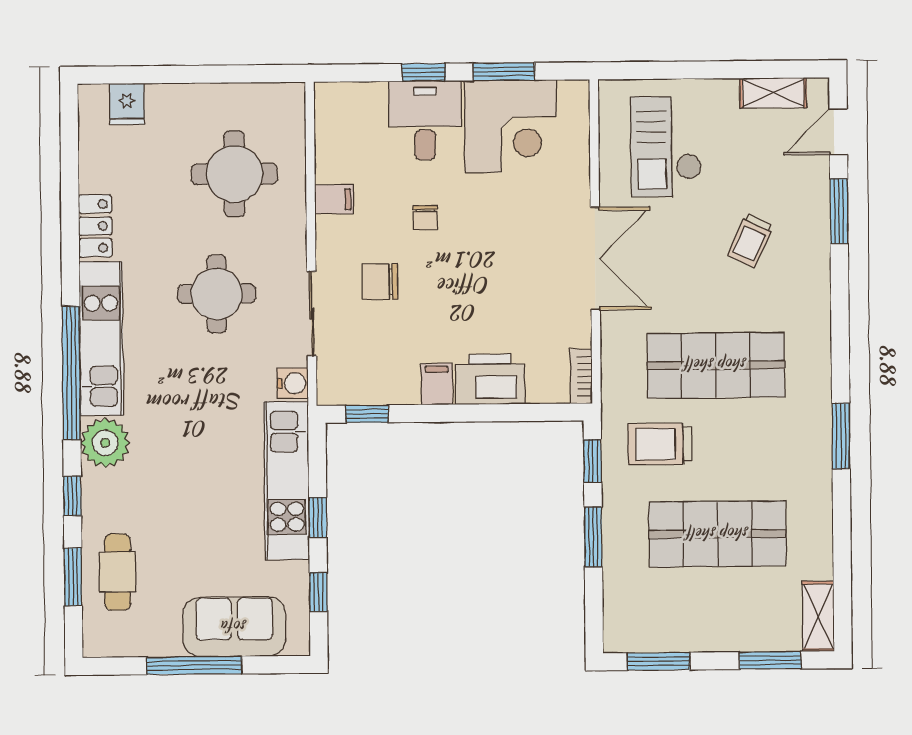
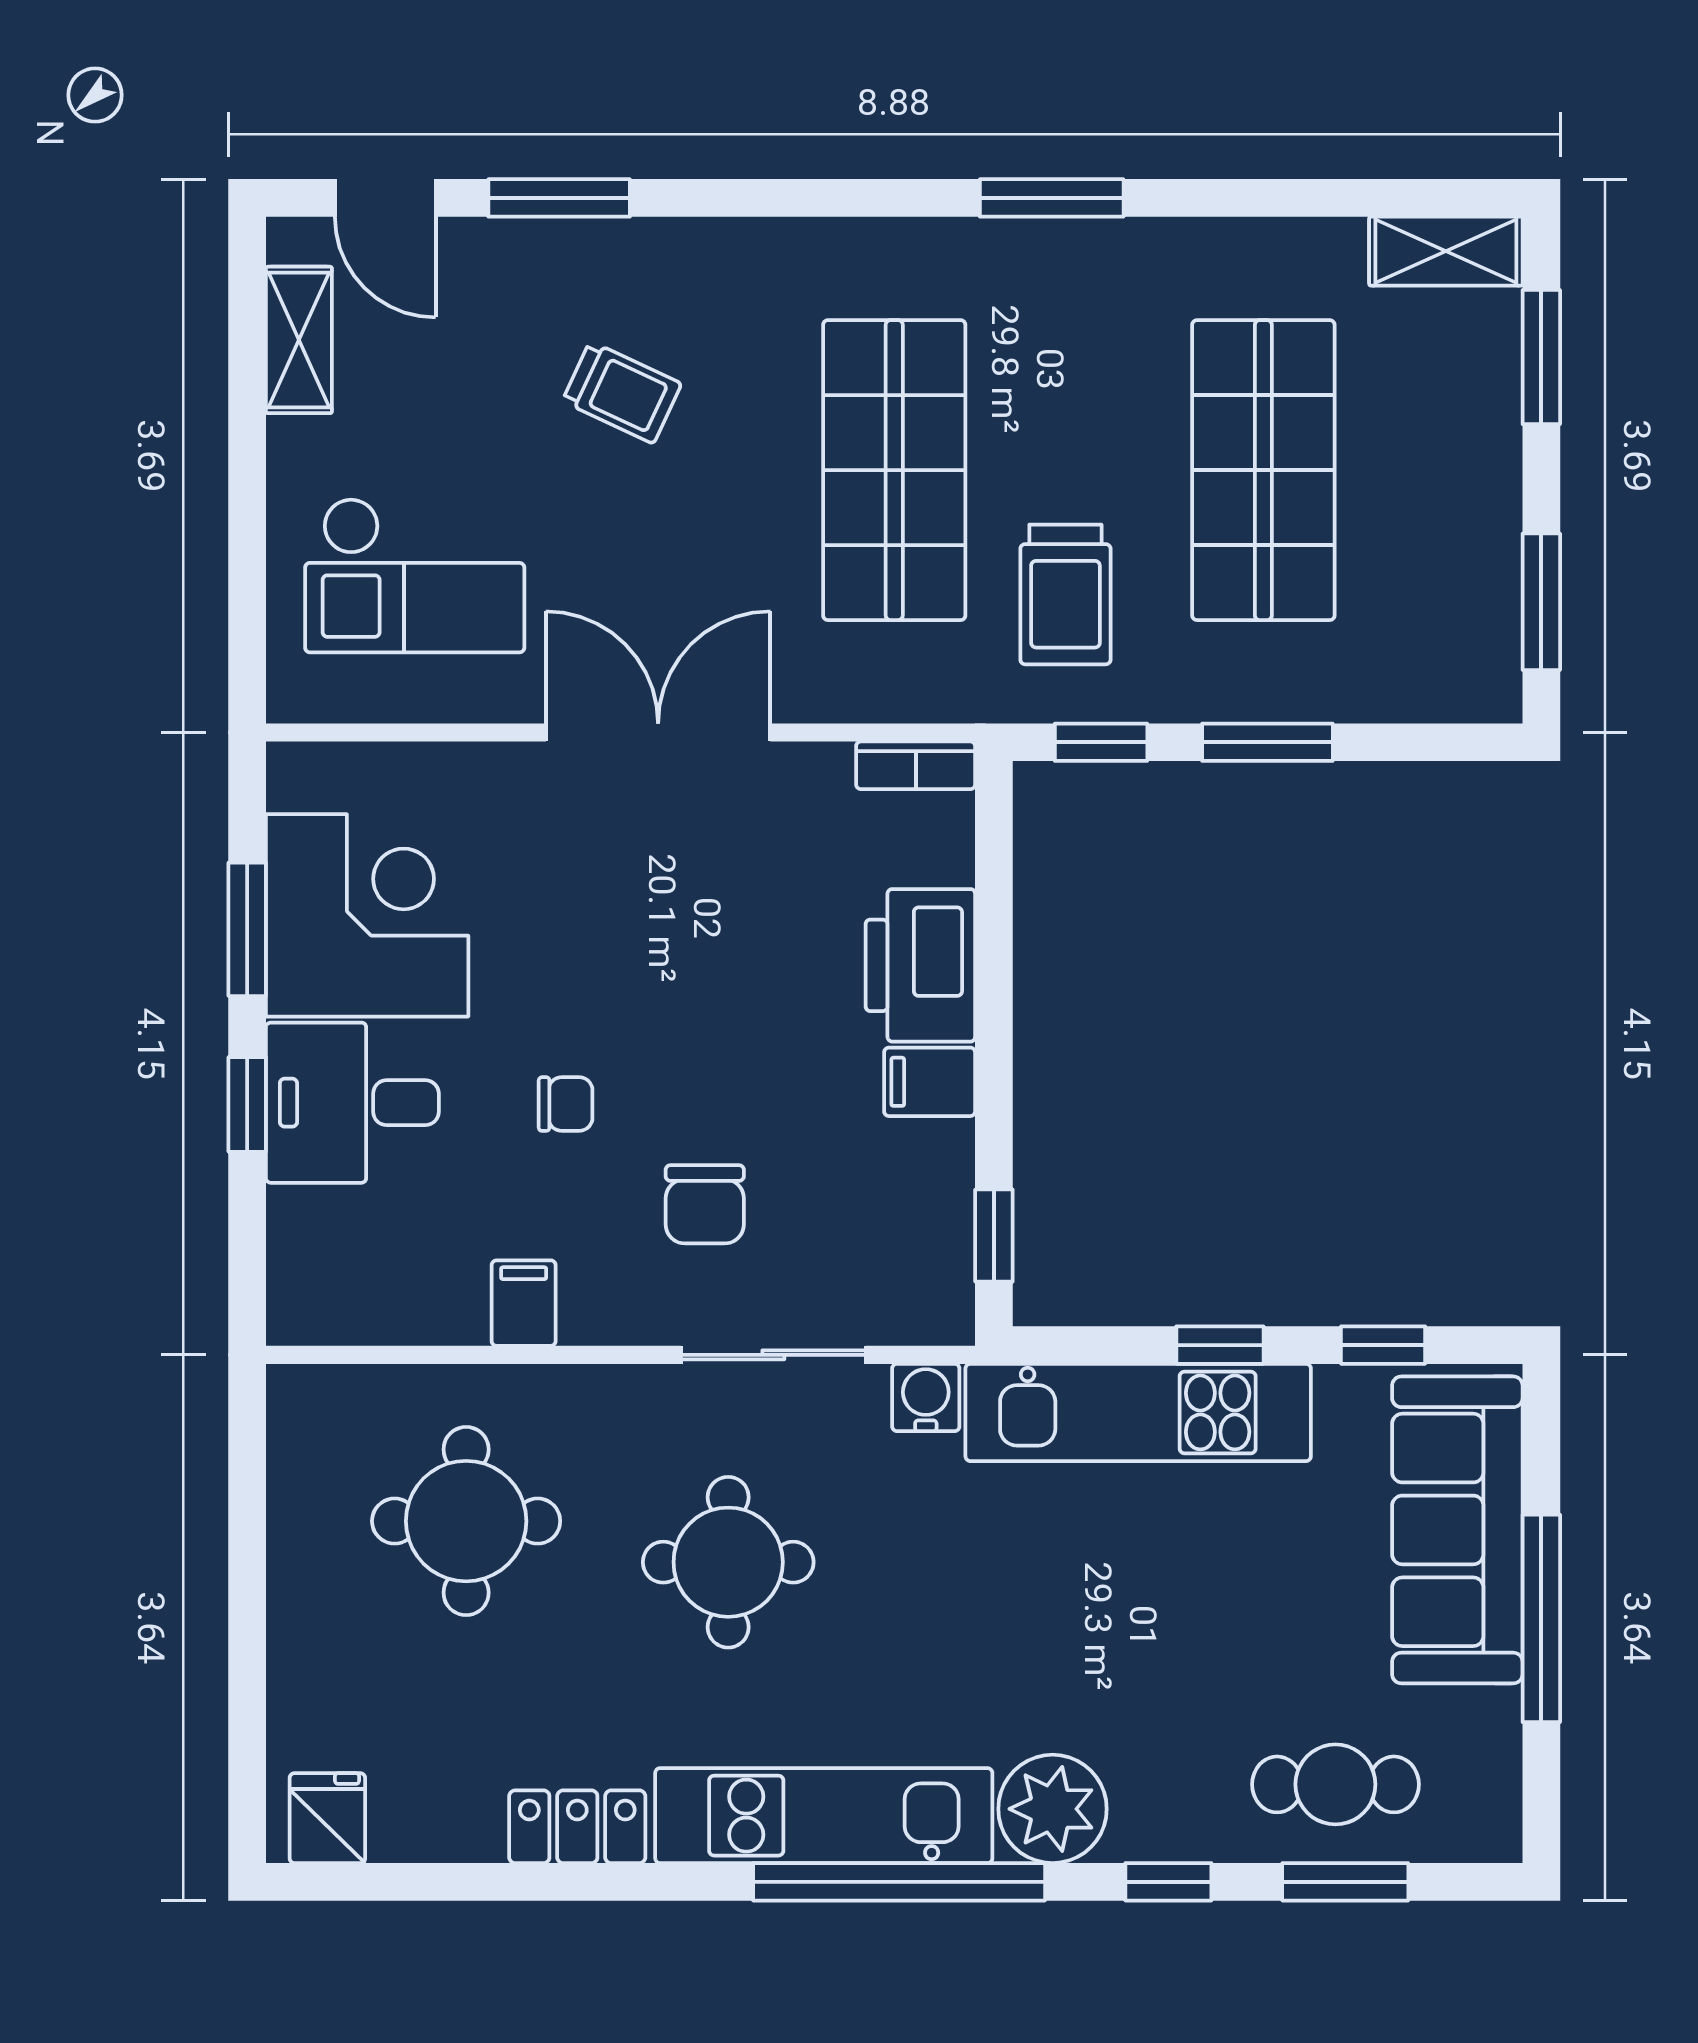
fridge: (127, 104) -> (327, 1818), moved, turned -90
sofa: (234, 627) -> (1457, 1530), width x1.36

